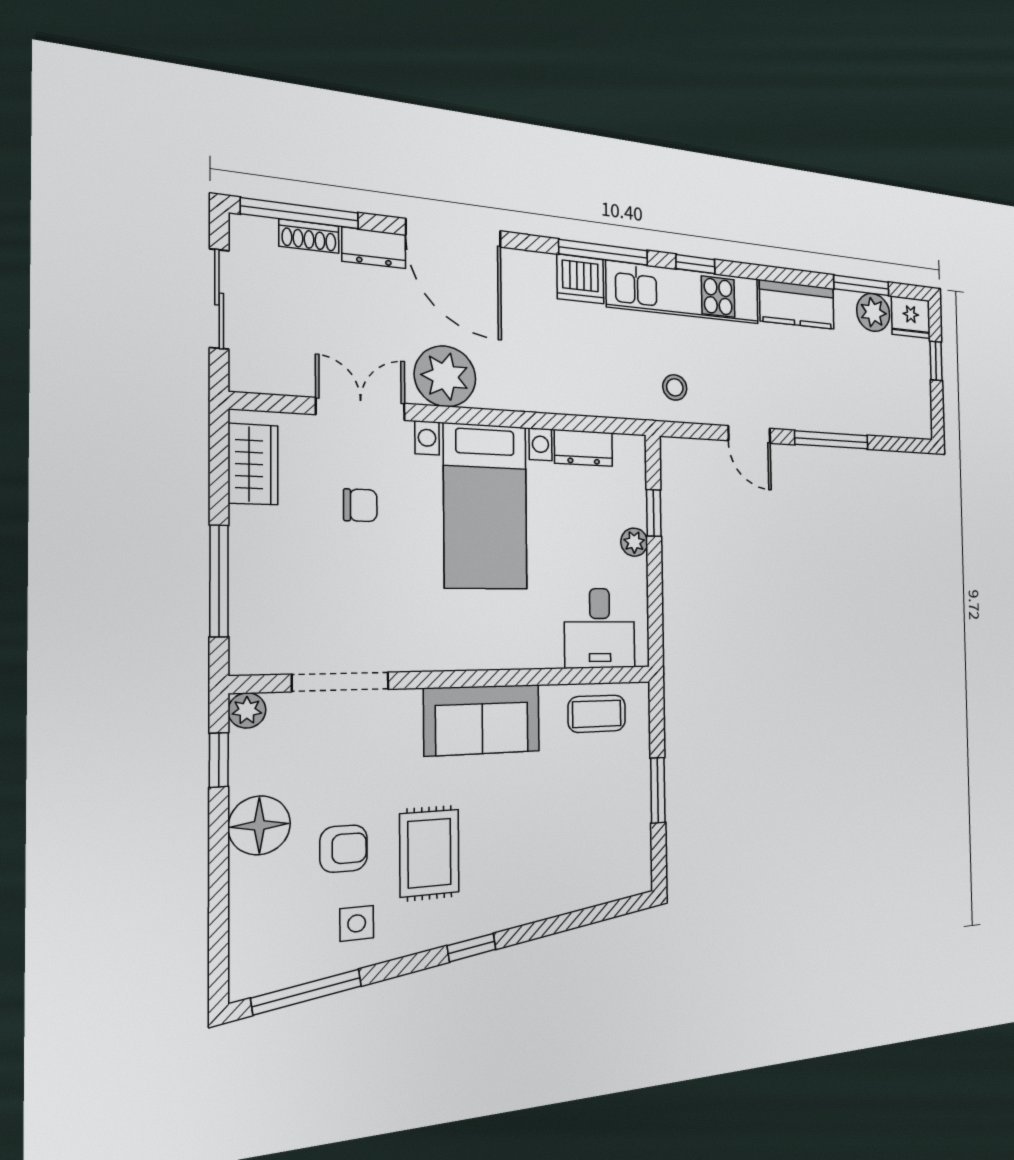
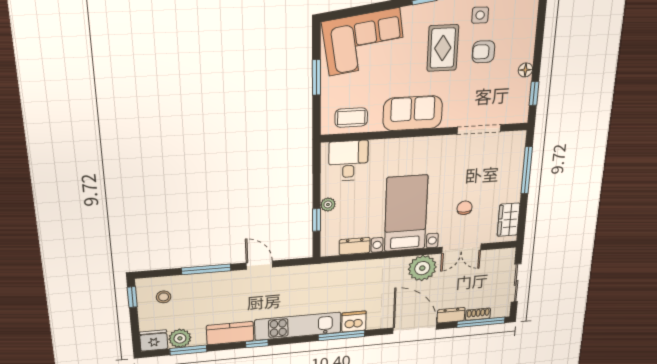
window: (695, 264) -> (257, 344), moved
window: (936, 361) -> (132, 297), moved
stool: (675, 387) -> (164, 297), moved
chair: (360, 505) -> (465, 208), turned 90
plant: (247, 710) -> (520, 115), removed
floor lamp: (259, 825) -> (525, 70), width x0.53, depth x0.53
corner sofa: (578, 858) -> (364, 42), added

